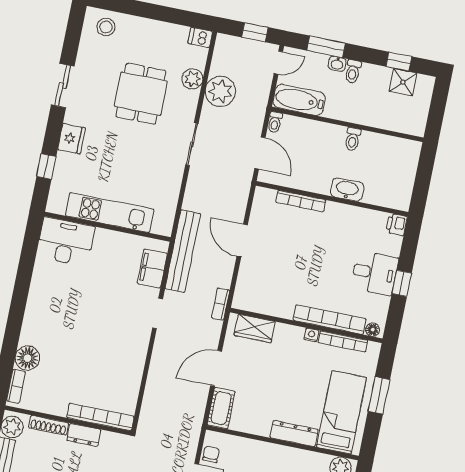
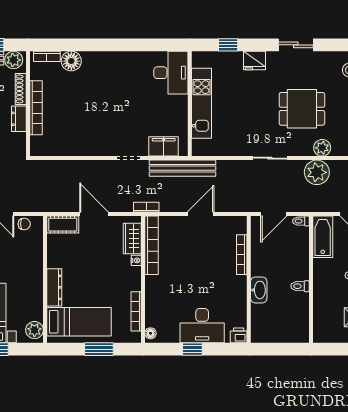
desk: (375, 273) -> (202, 326), width x1.37
bookcase: (330, 319) -> (152, 245), moved
nightstand: (311, 335) -> (136, 260), moved
bookcase: (100, 417) -> (36, 108), moved

